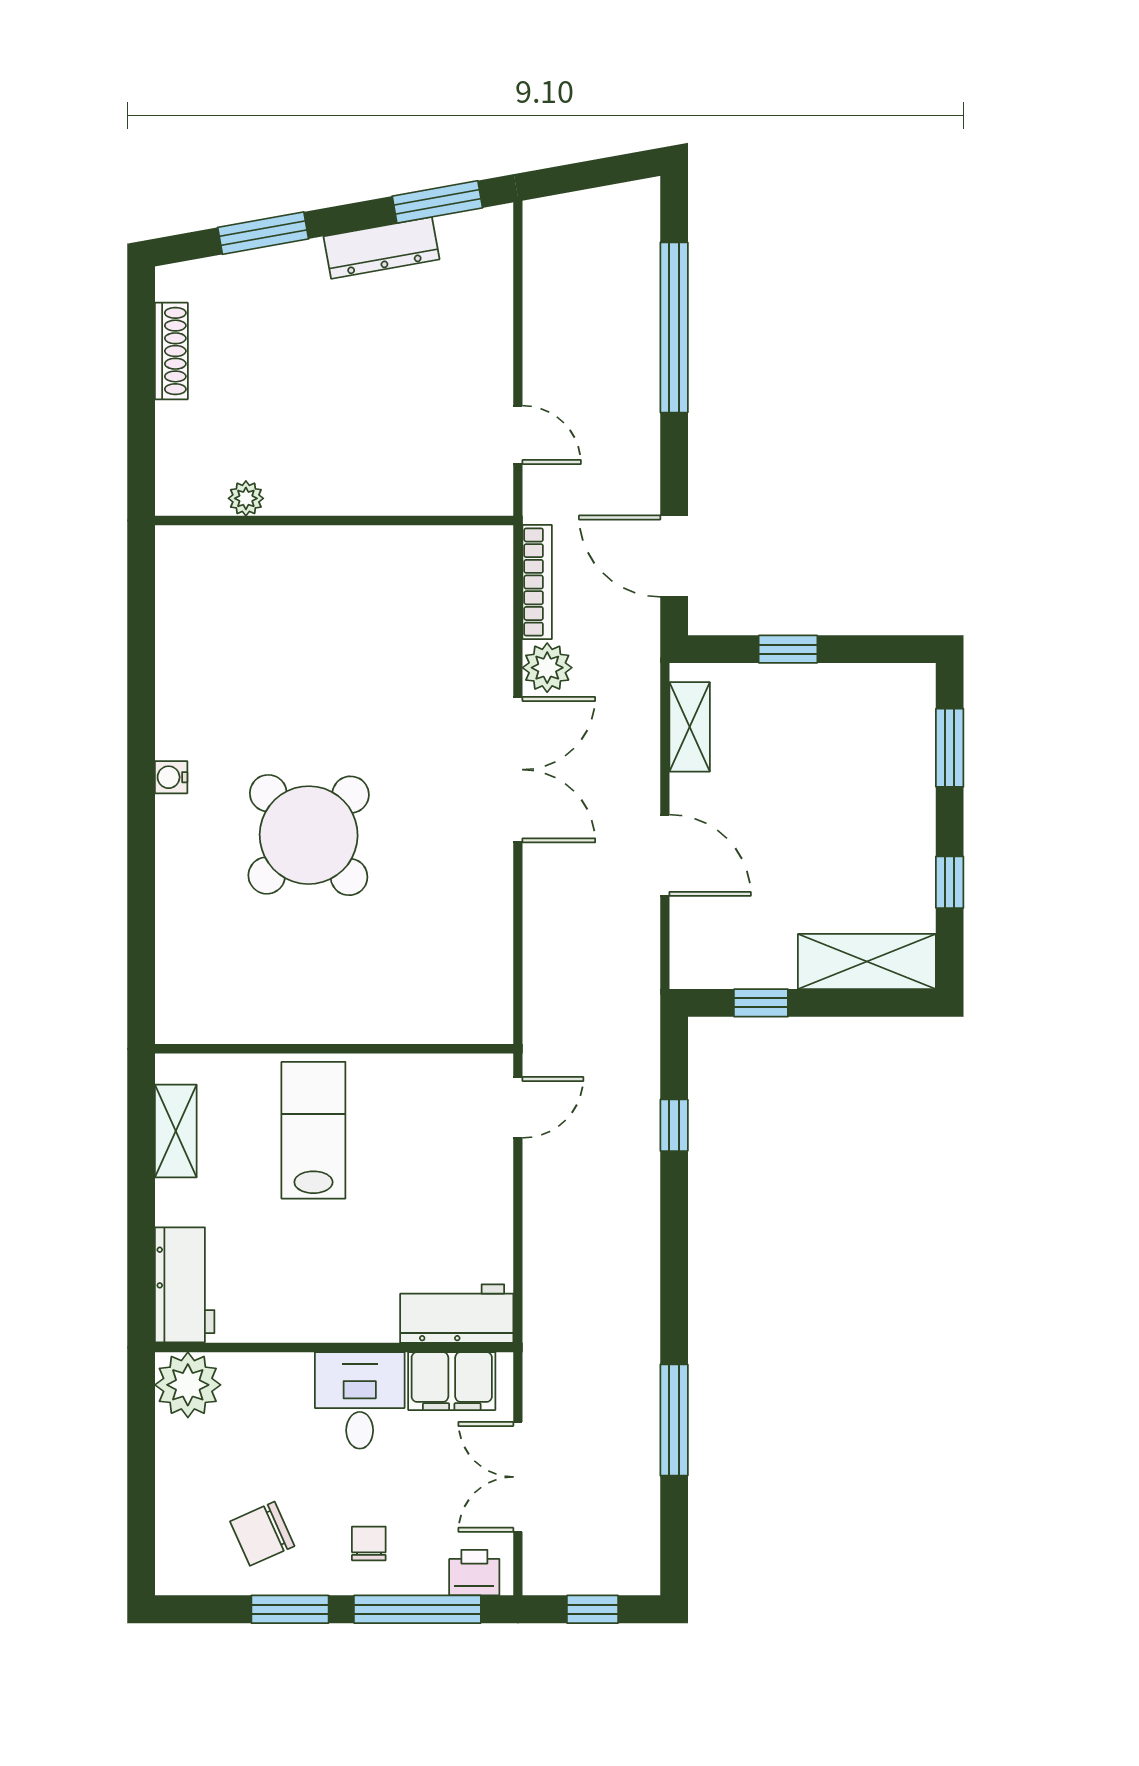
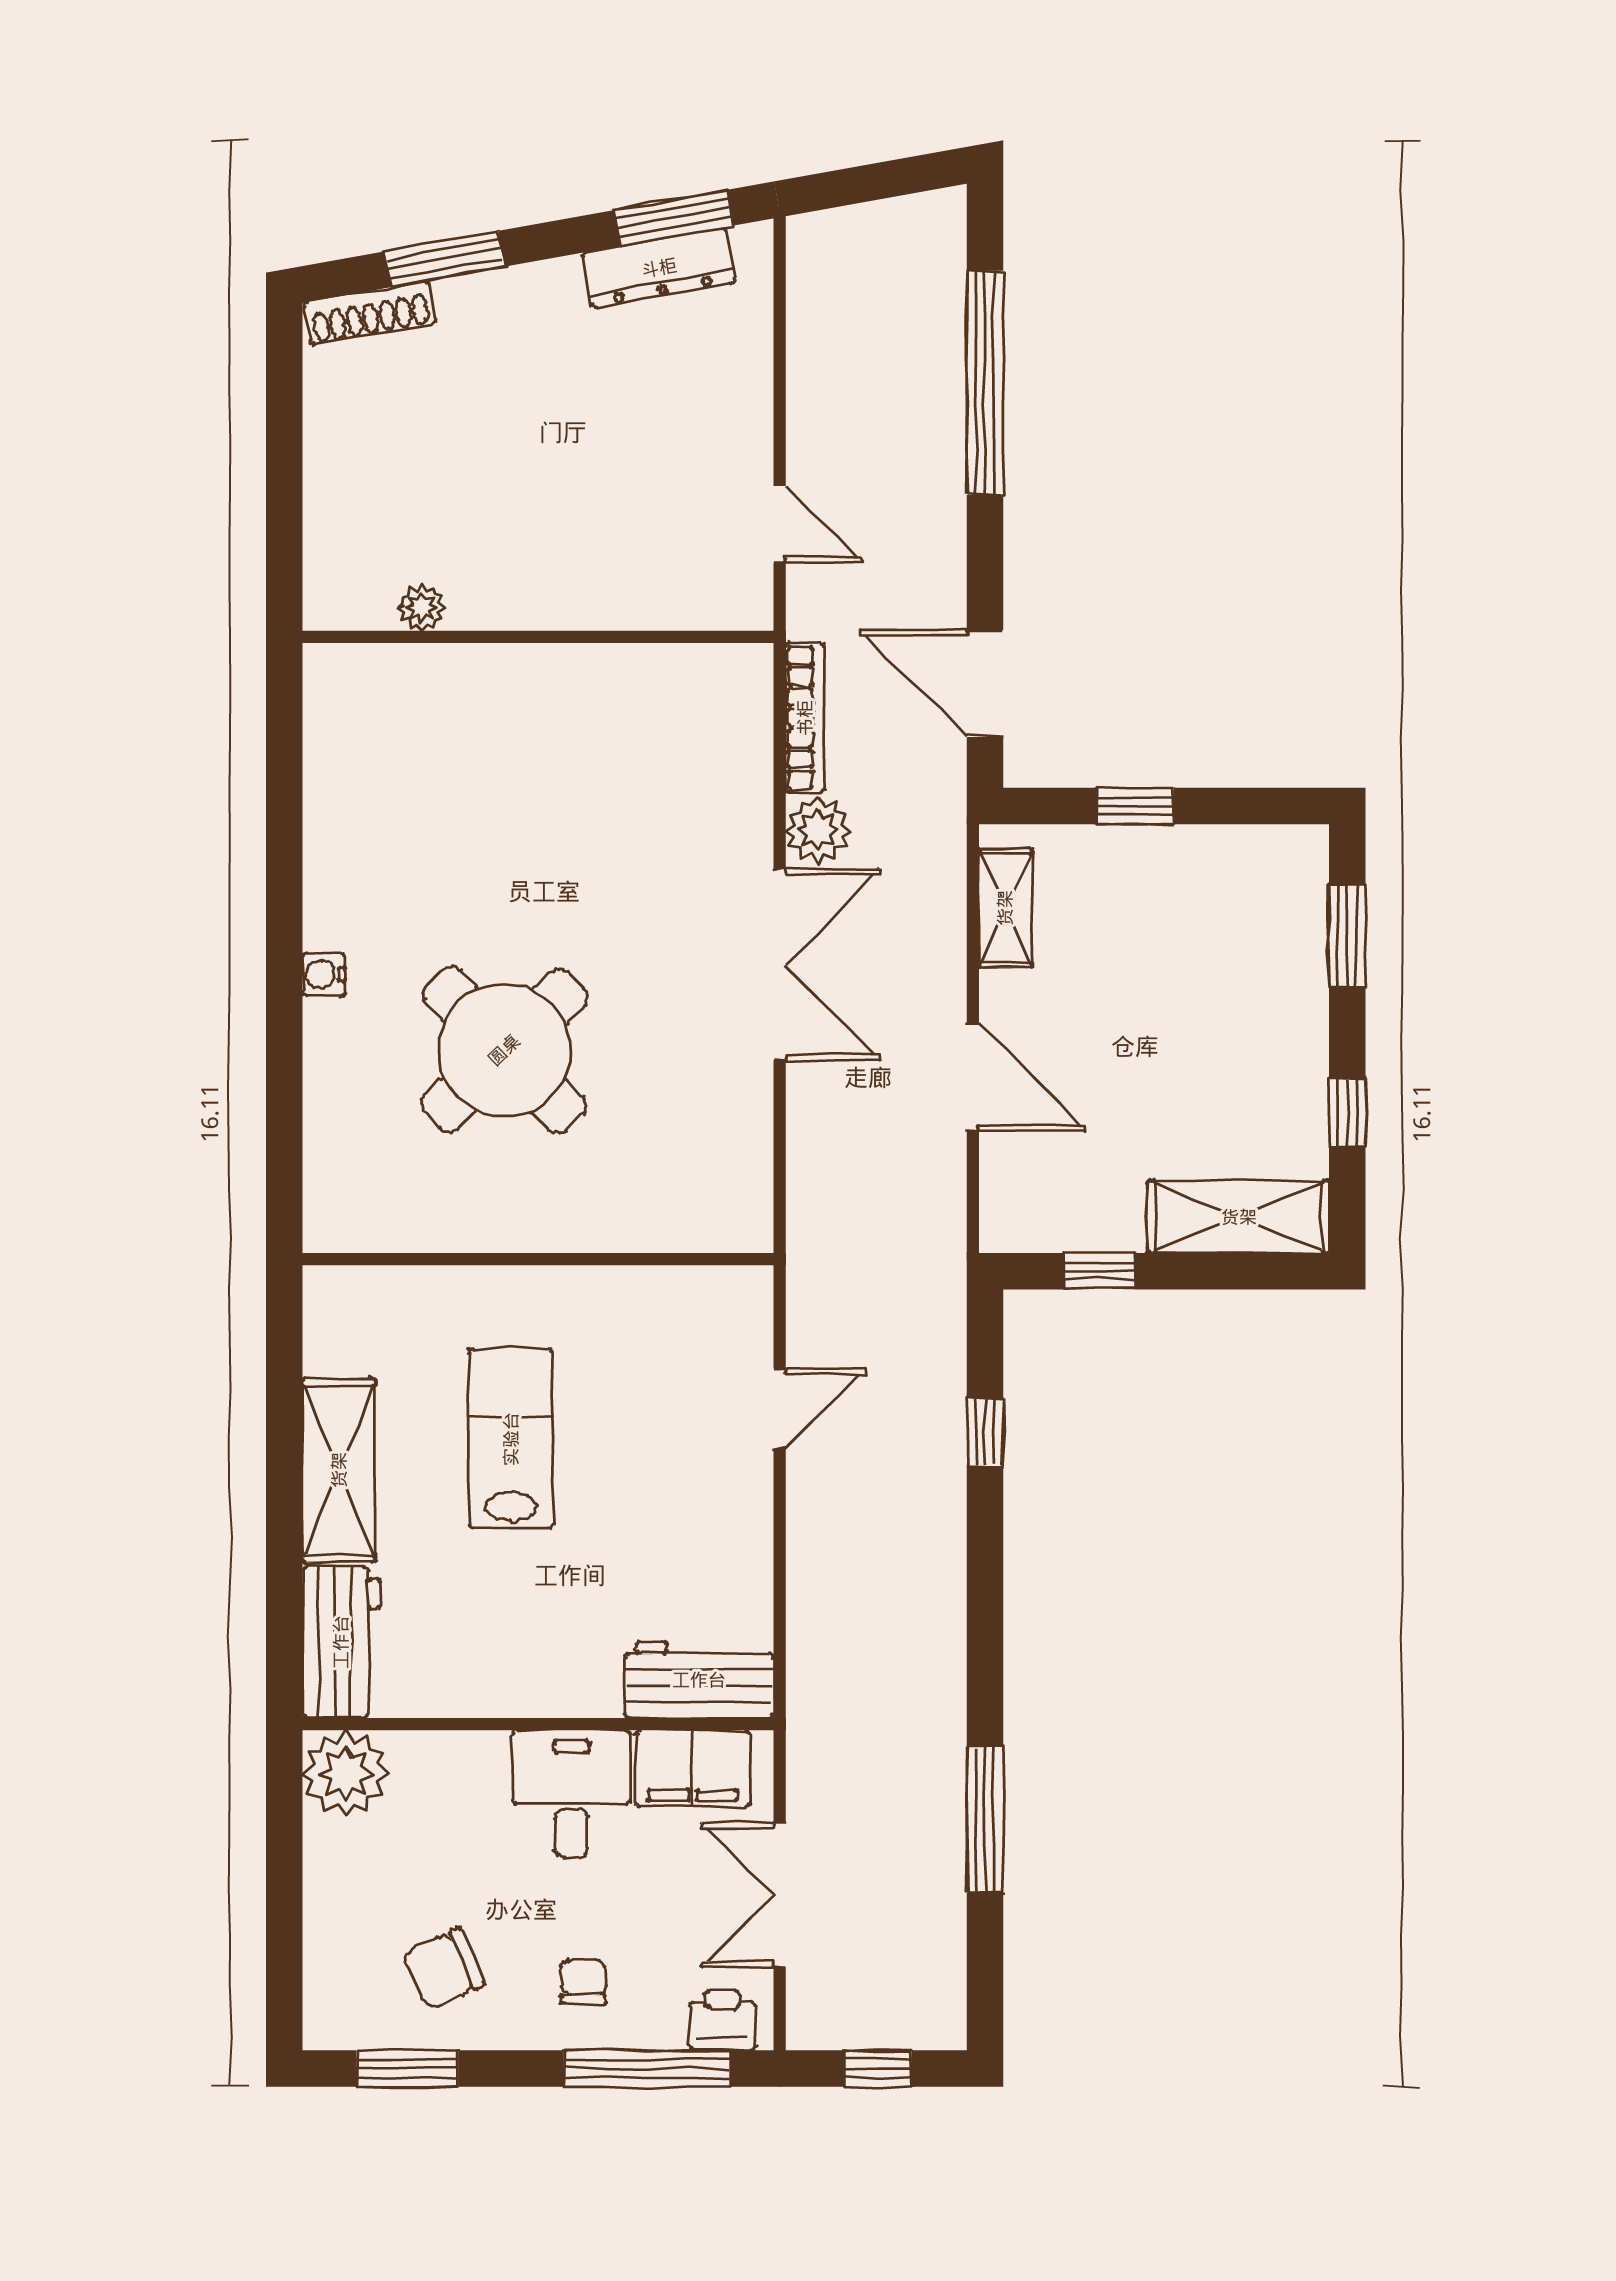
dresser: (381, 248) -> (659, 268), moved
shoe rack: (171, 351) -> (370, 313), moved, turned 80
wall: (334, 1049) -> (538, 1259), moved
shelving: (176, 1131) -> (339, 1470), width x1.50, depth x1.33
window: (290, 1609) -> (407, 2068), moved

